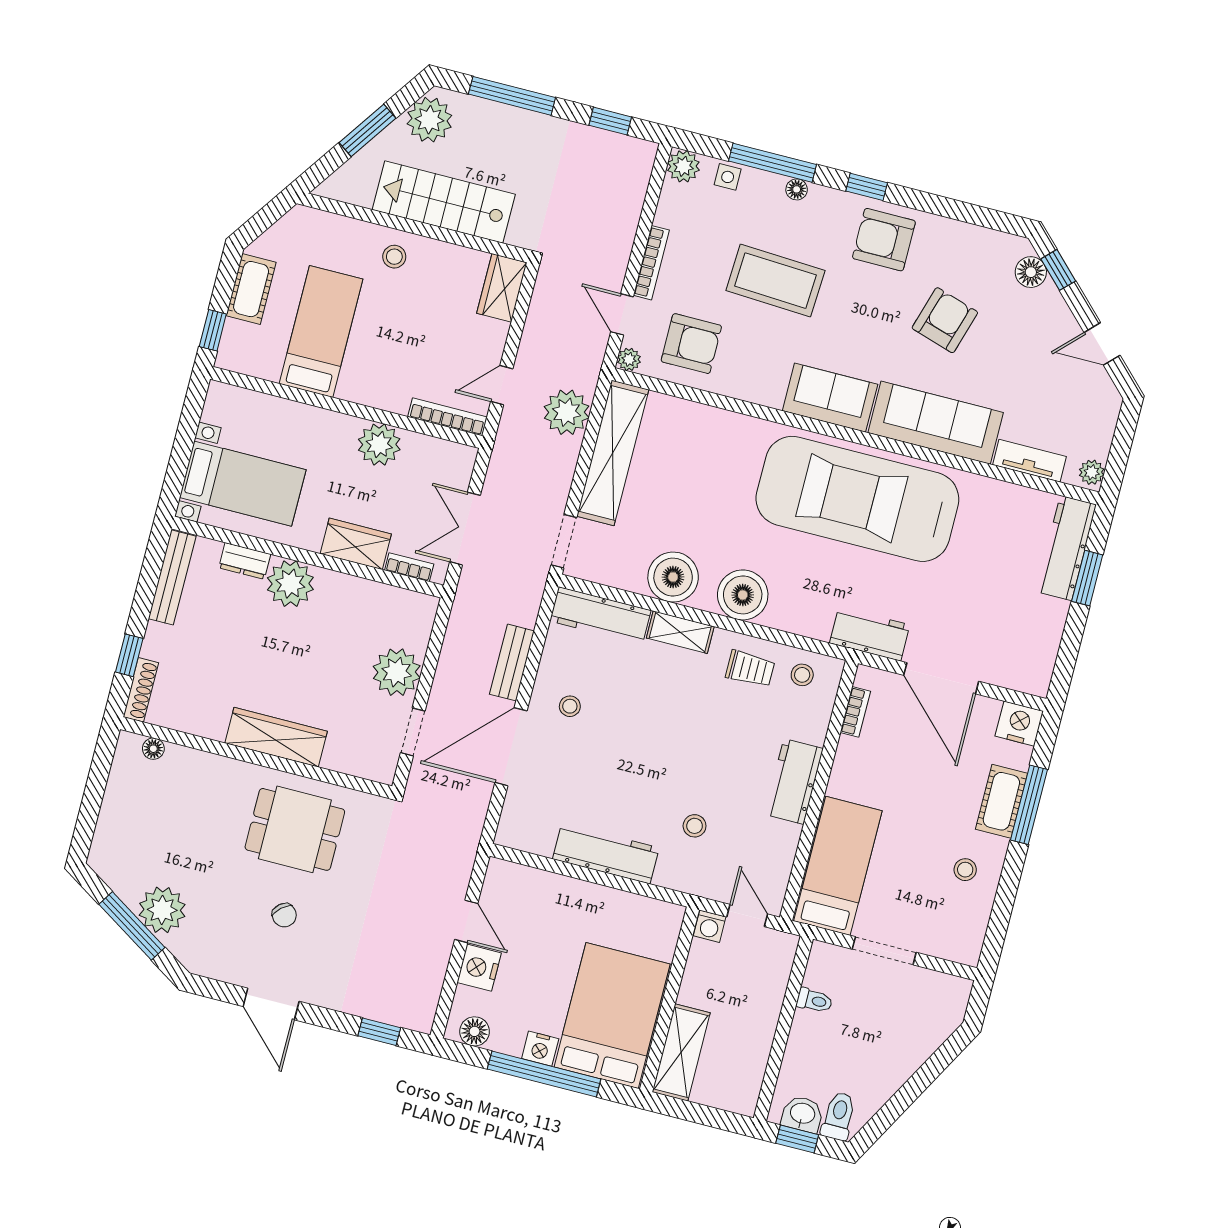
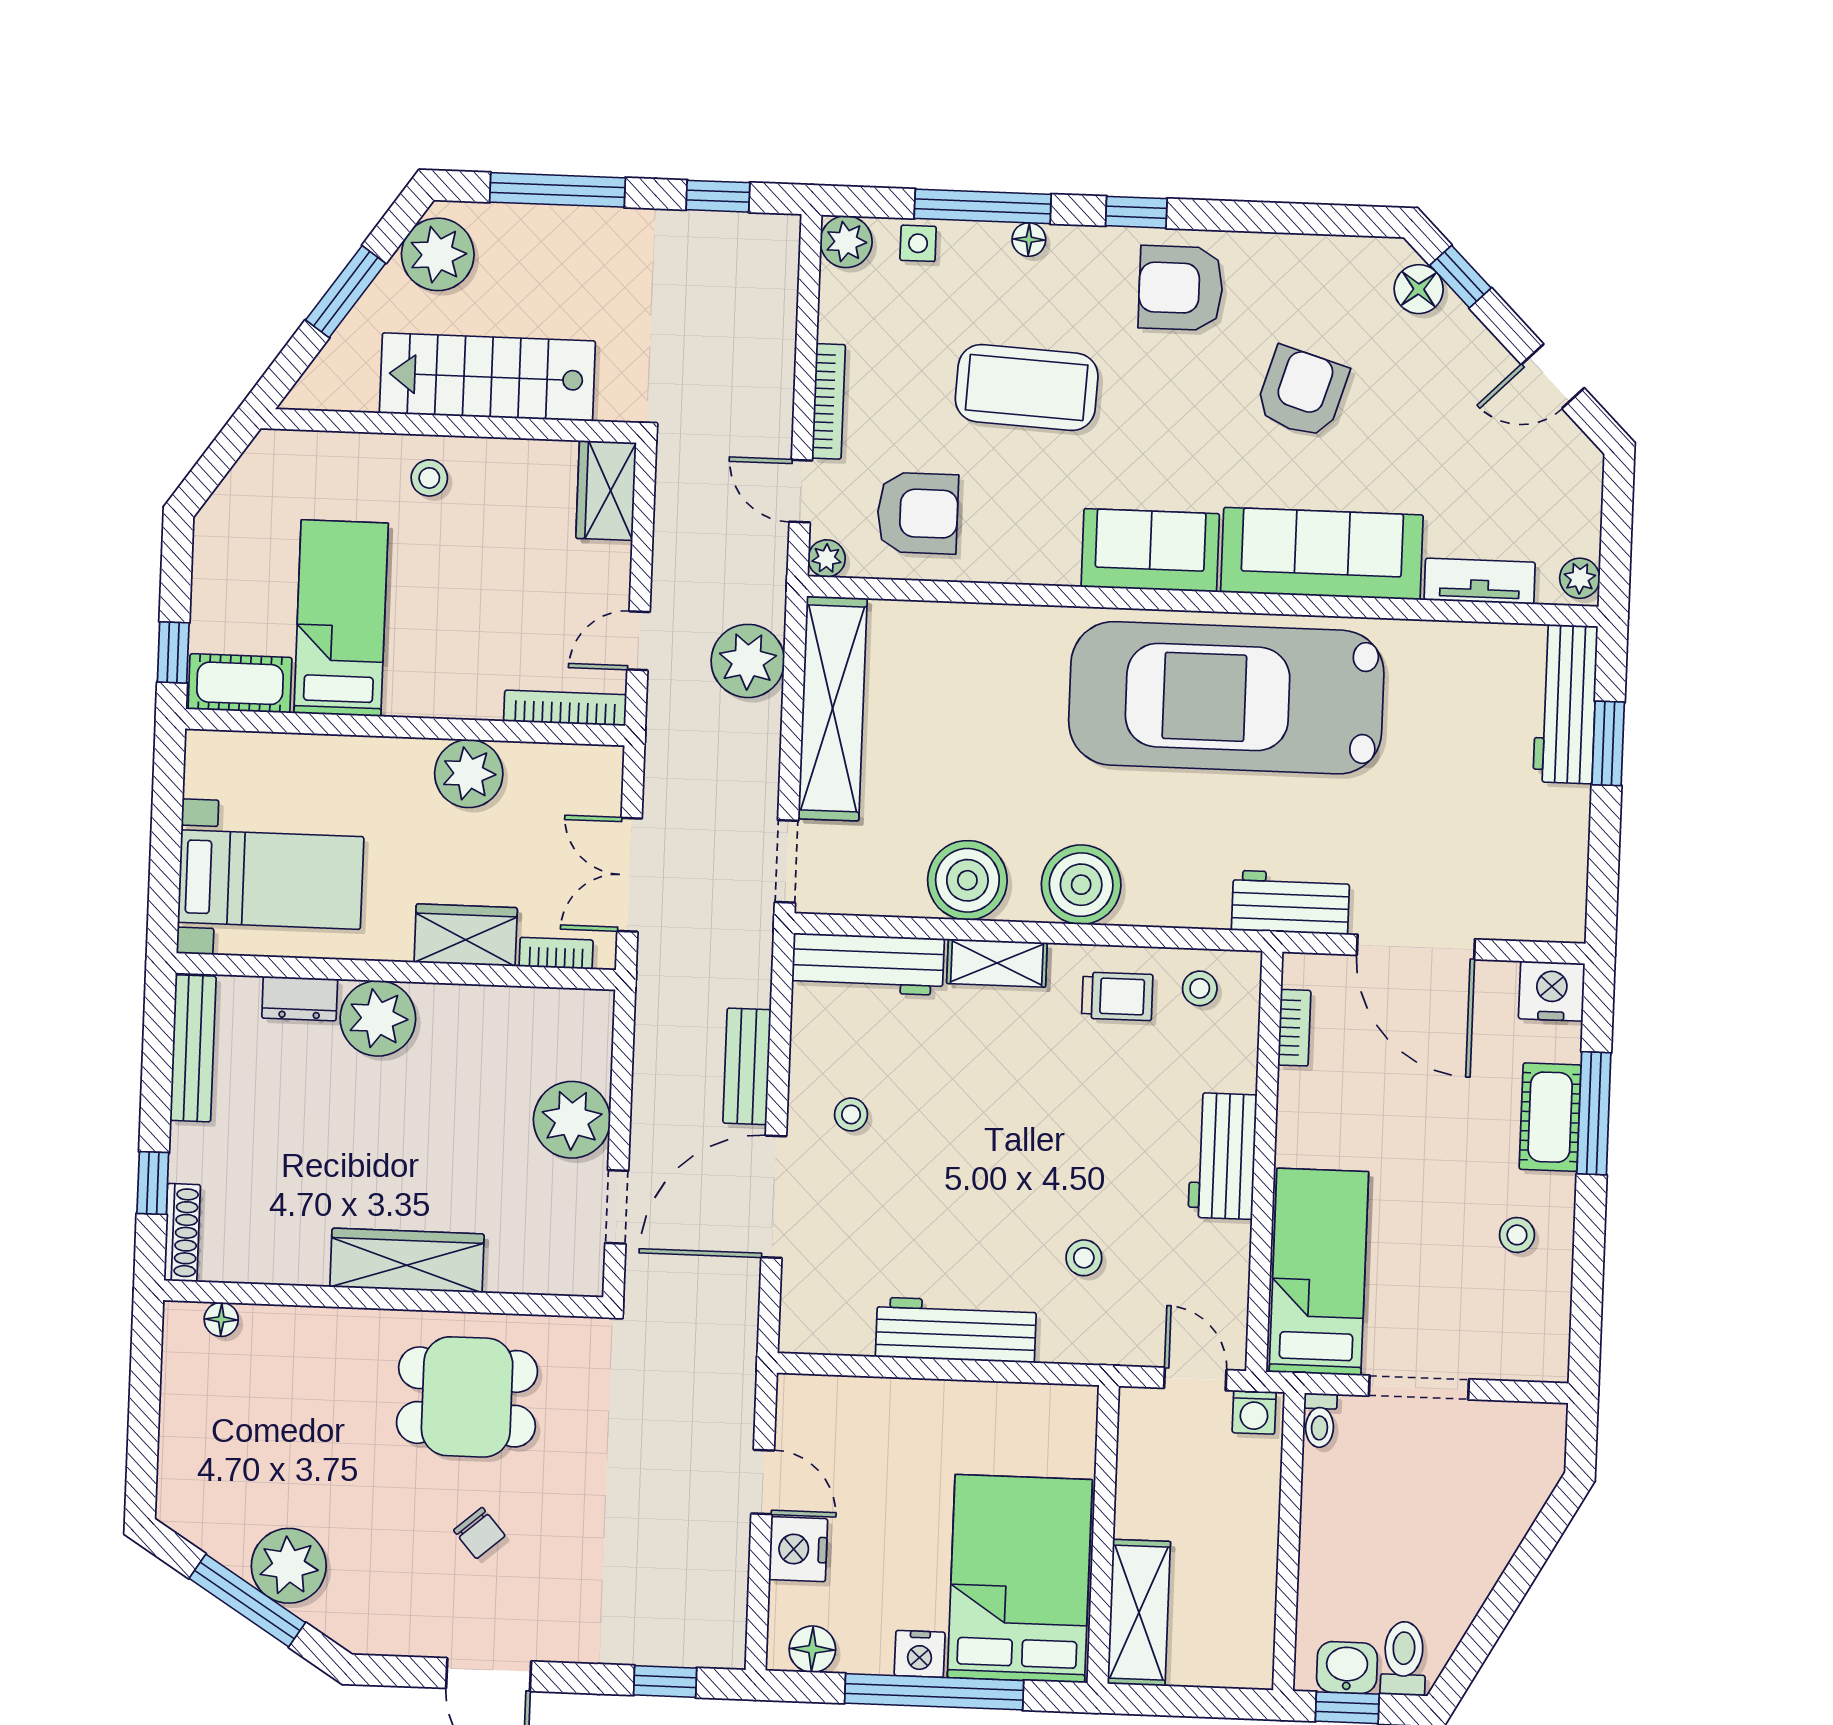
cot: (251, 289) -> (240, 683), moved, turned 90
washing machine: (710, 926) -> (1254, 1412), moved
toilet: (814, 1001) -> (1320, 1420), moved, turned 90

